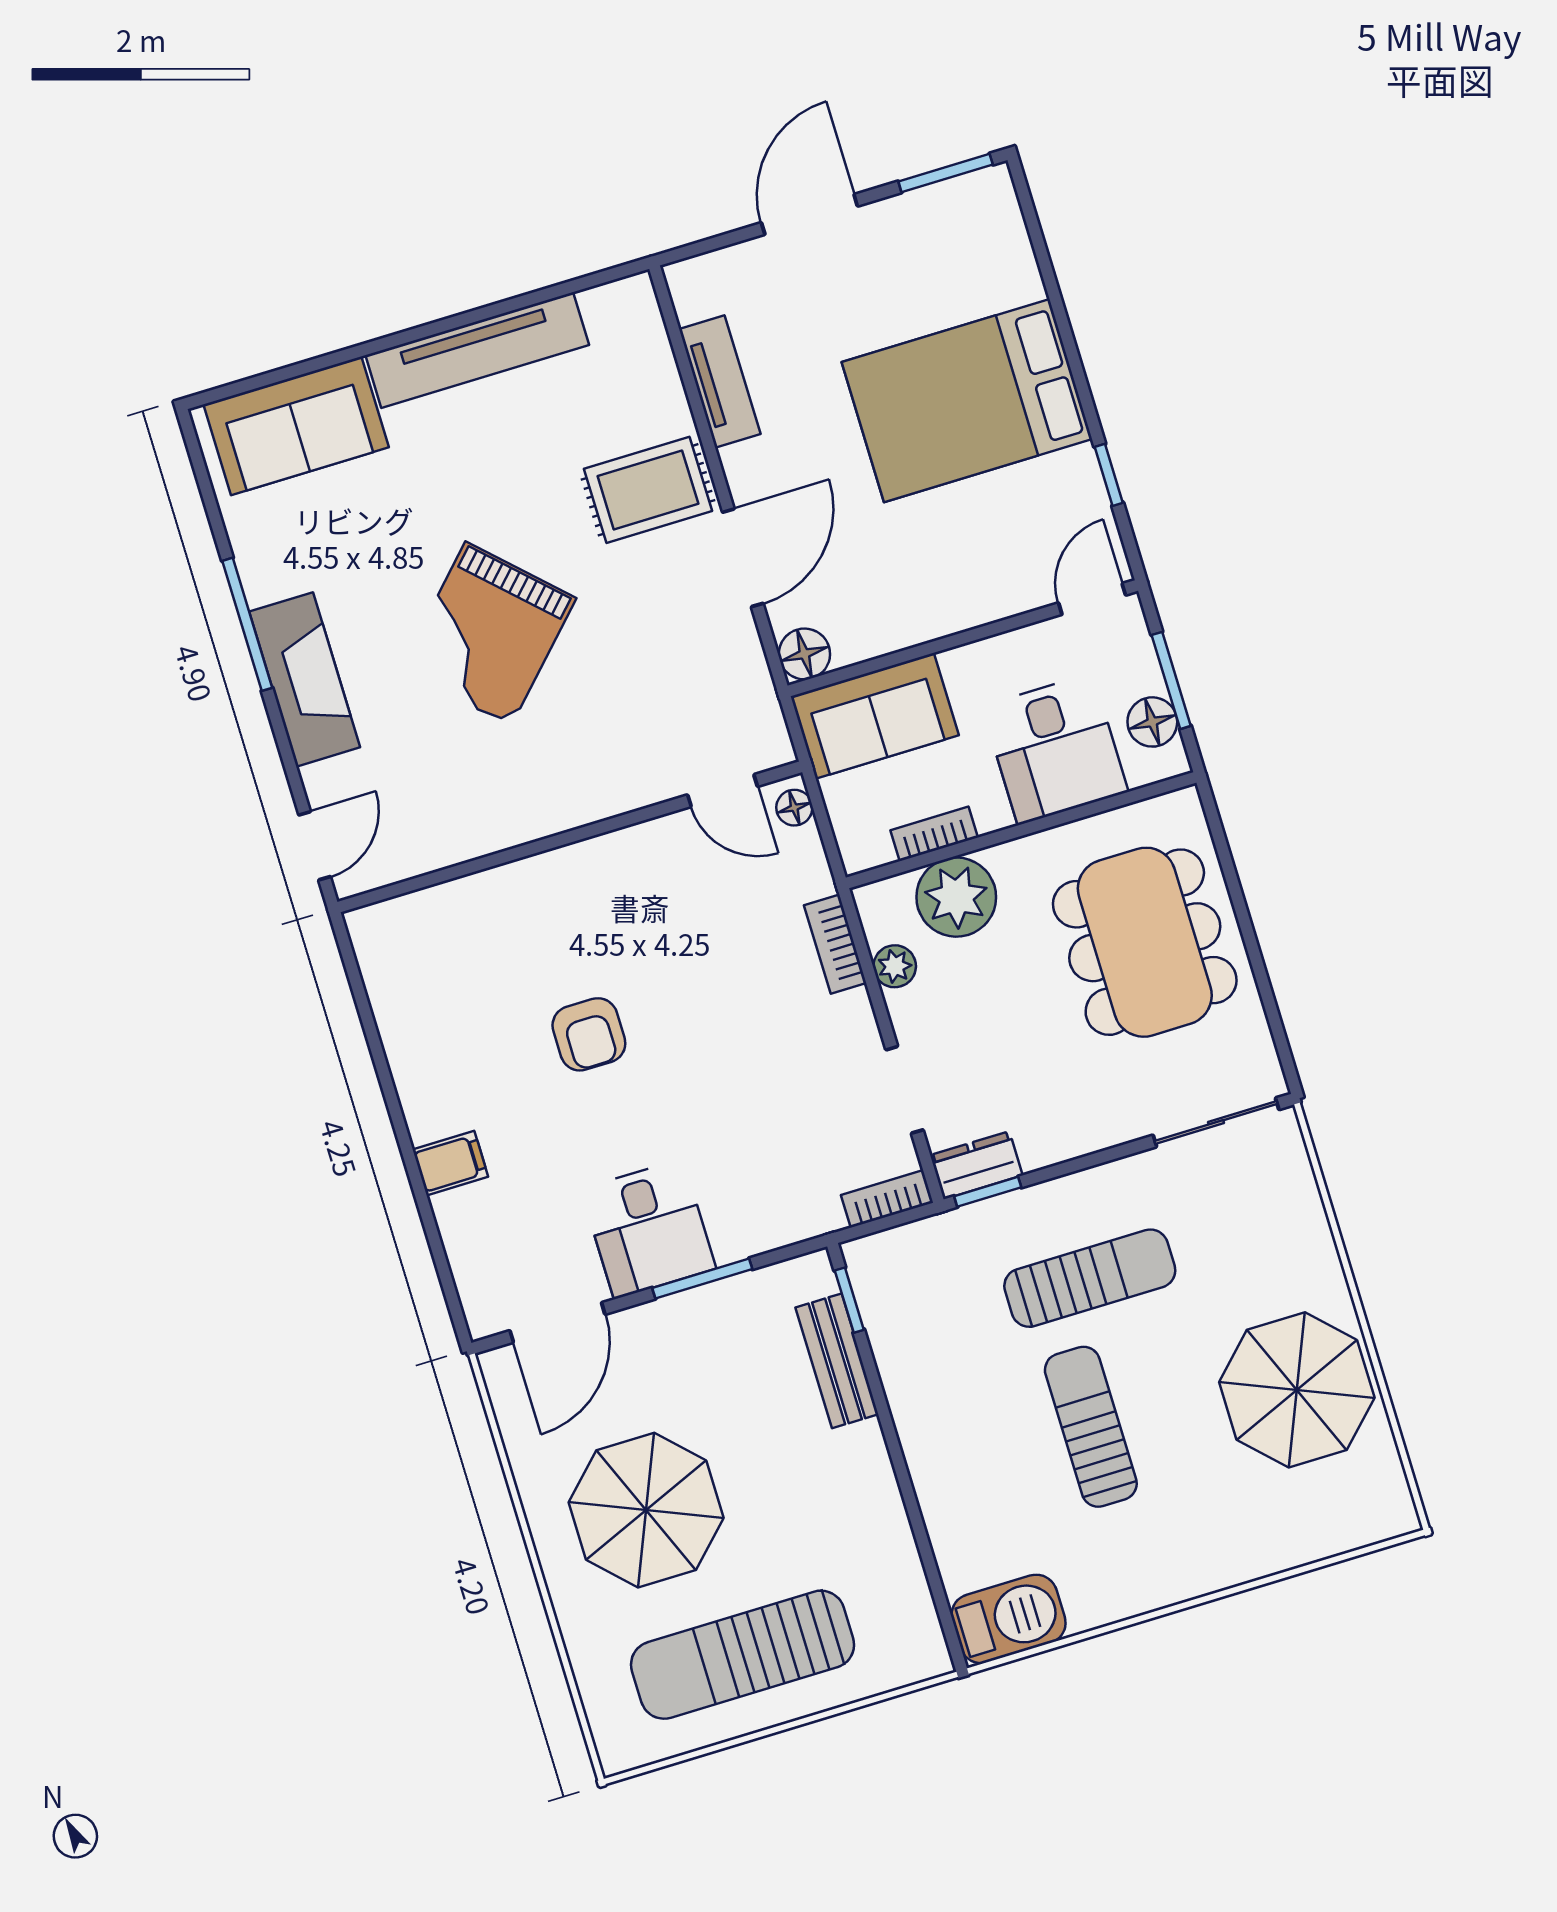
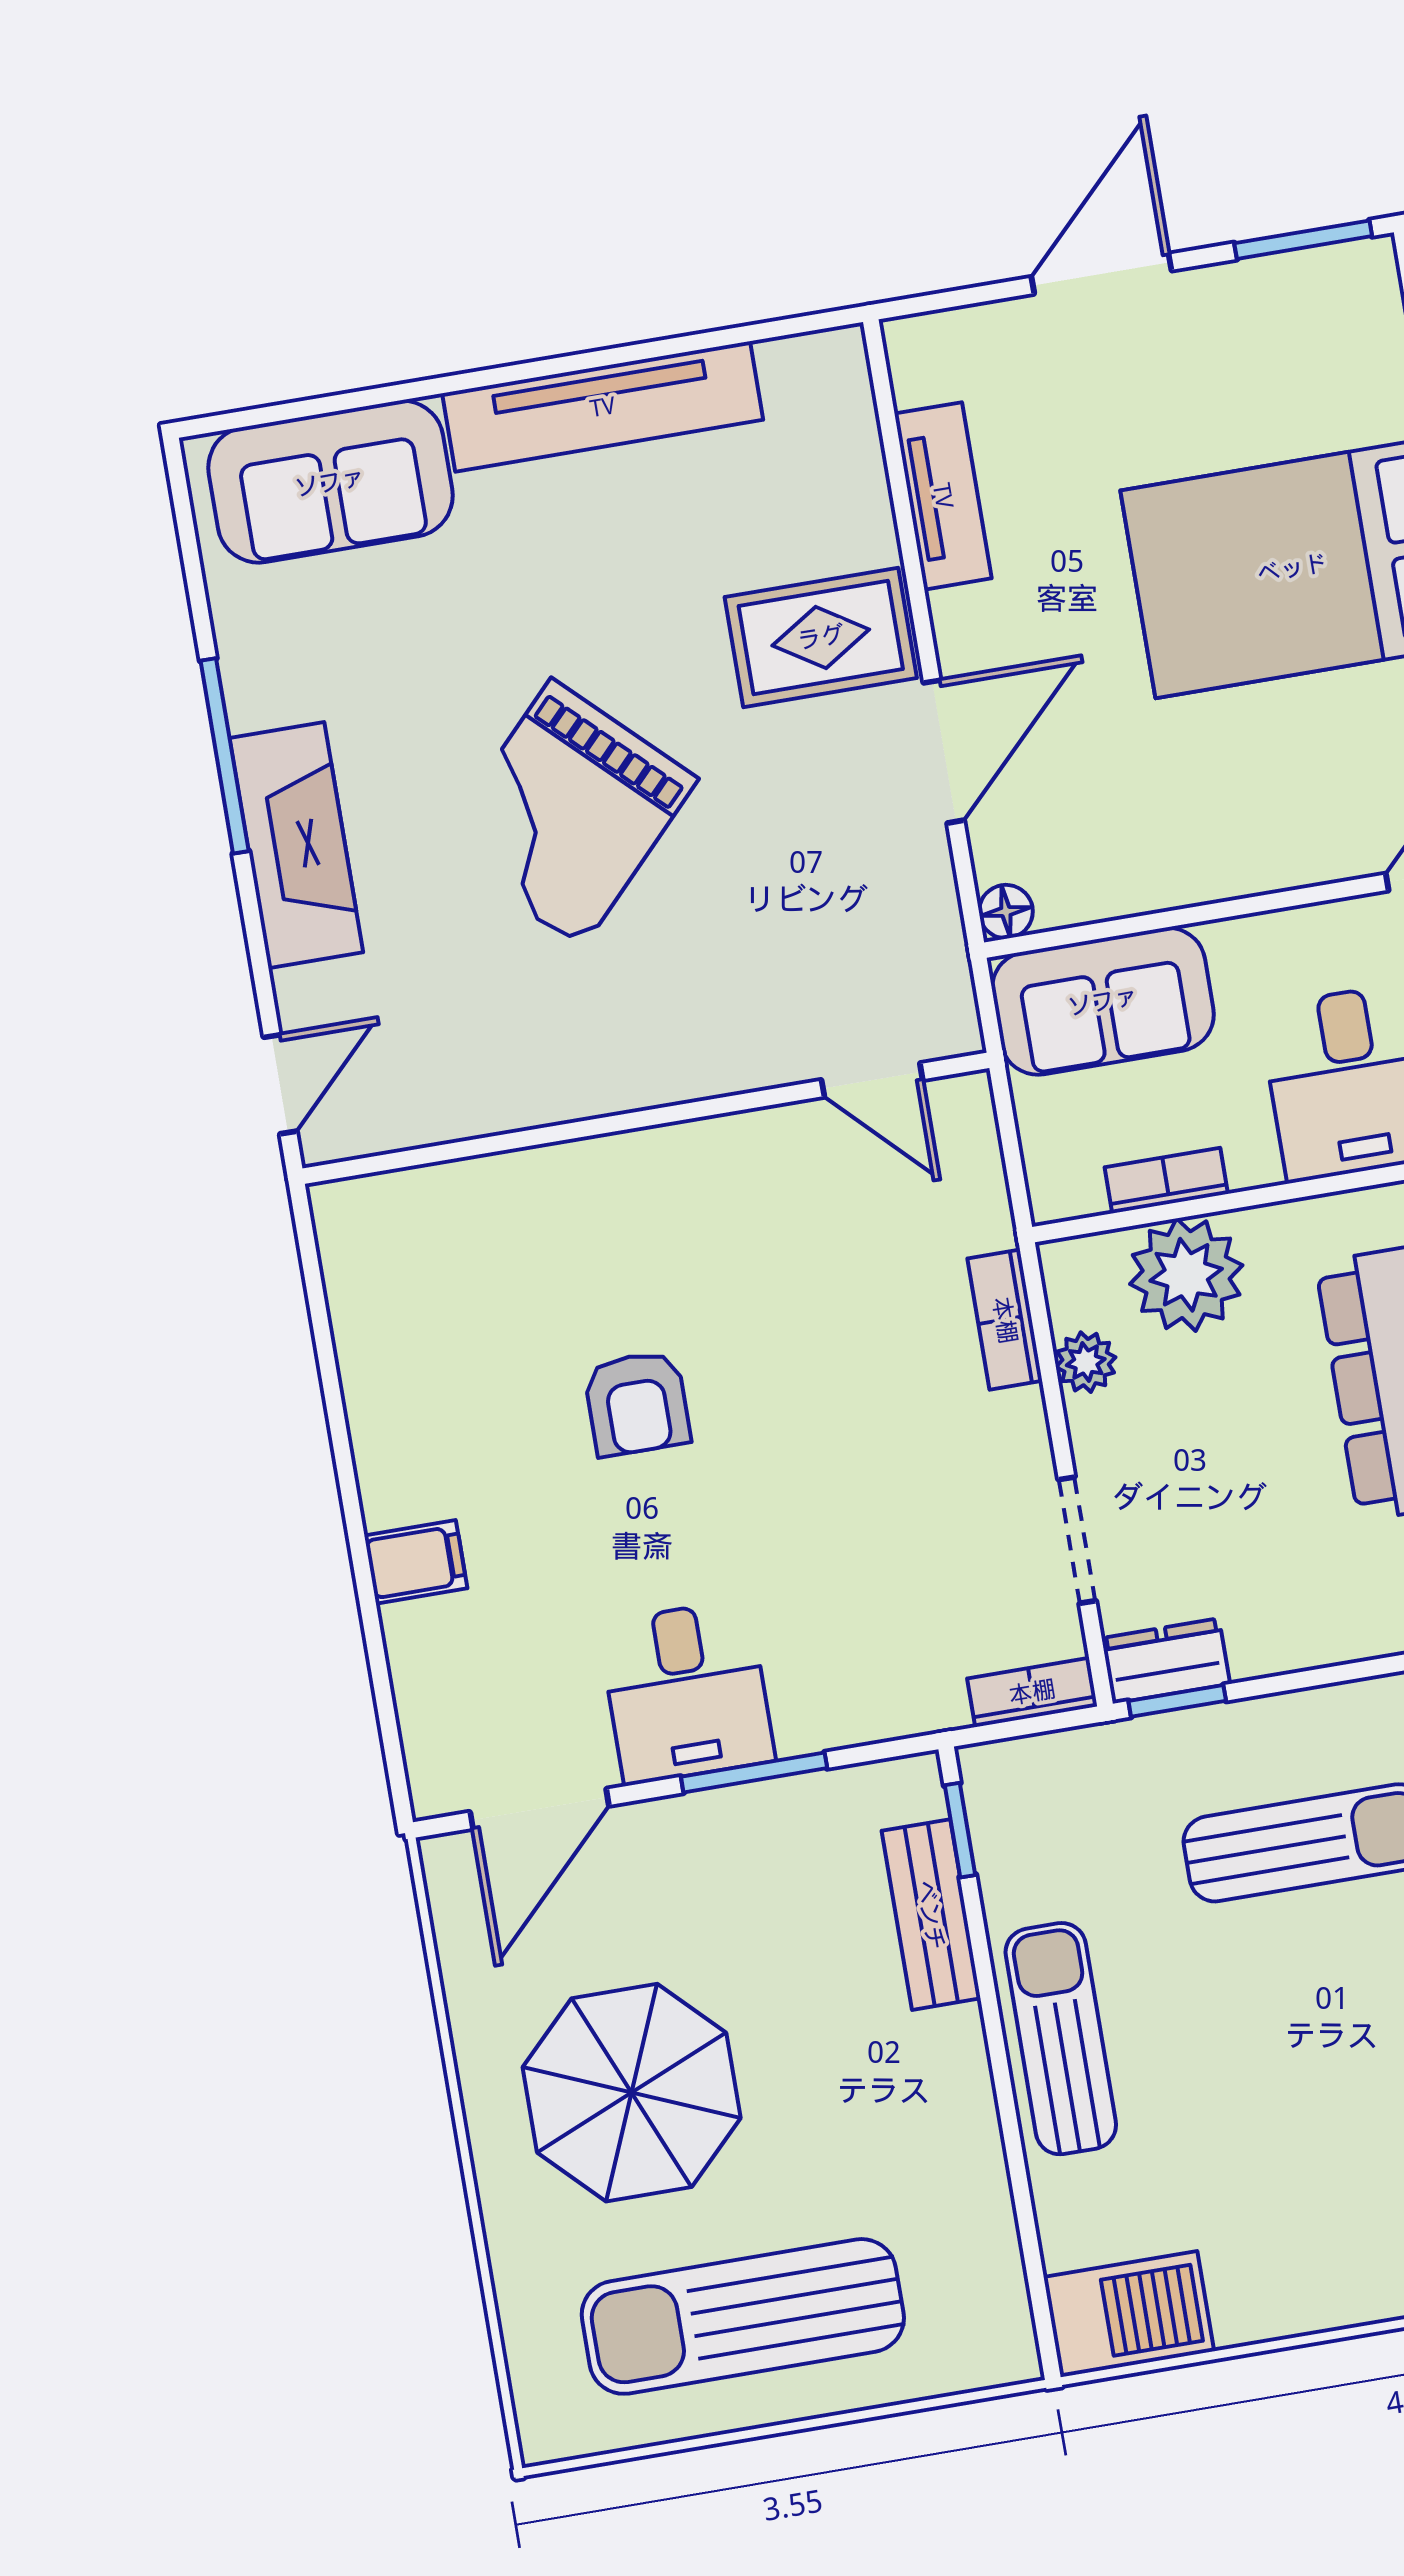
floor lamp: (804, 654) -> (1006, 912), width x0.73, depth x0.73
floor lamp: (794, 808) -> (972, 1117), removed
sun lounger: (1091, 1427) -> (1061, 2039), moved

